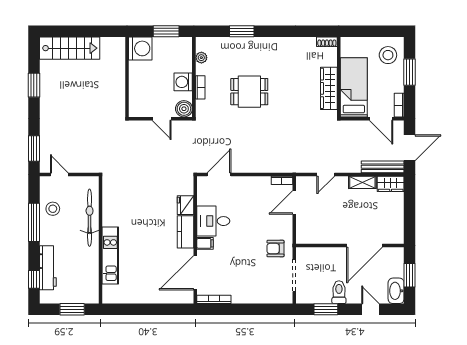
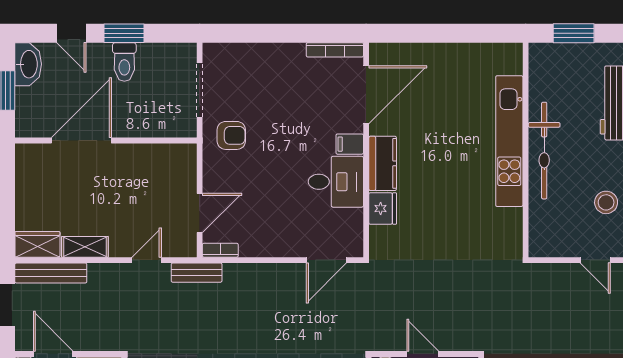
bench: (296, 167) -> (197, 273), added
bicycle: (90, 218) -> (544, 151), moved
kitchen unit: (110, 256) -> (509, 141), width x1.36
window: (326, 309) -> (124, 33), moved

